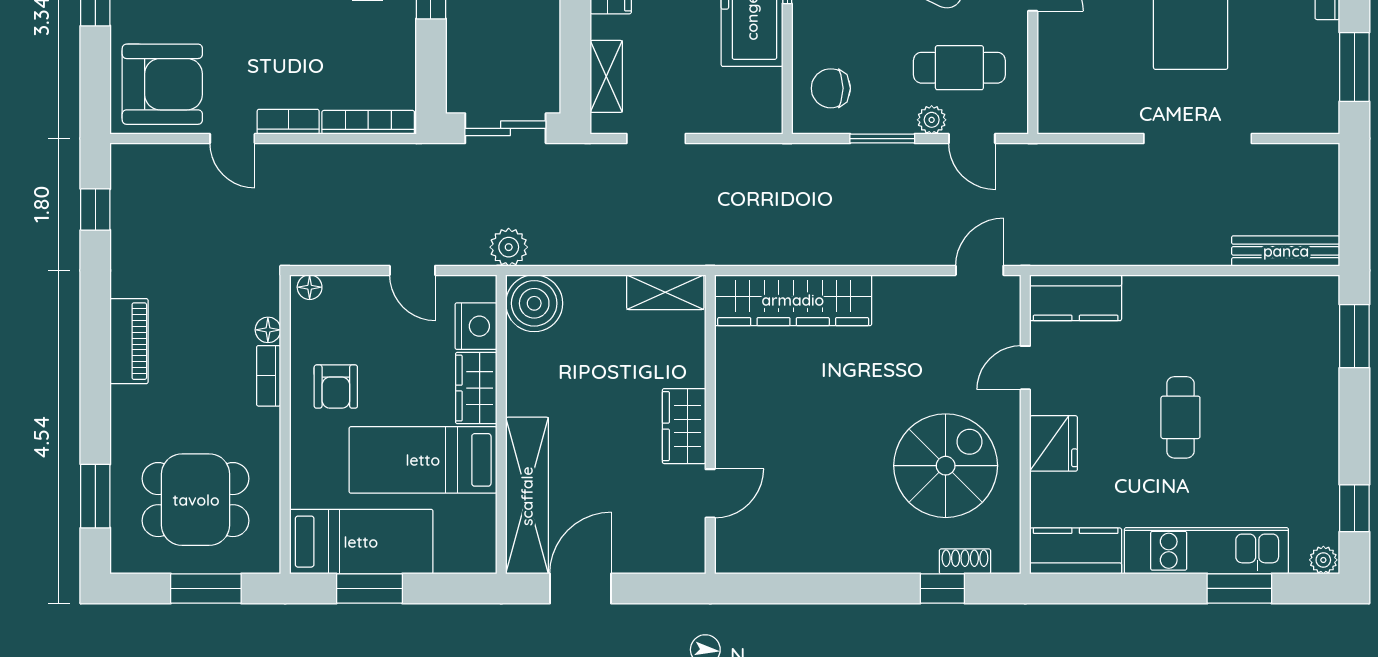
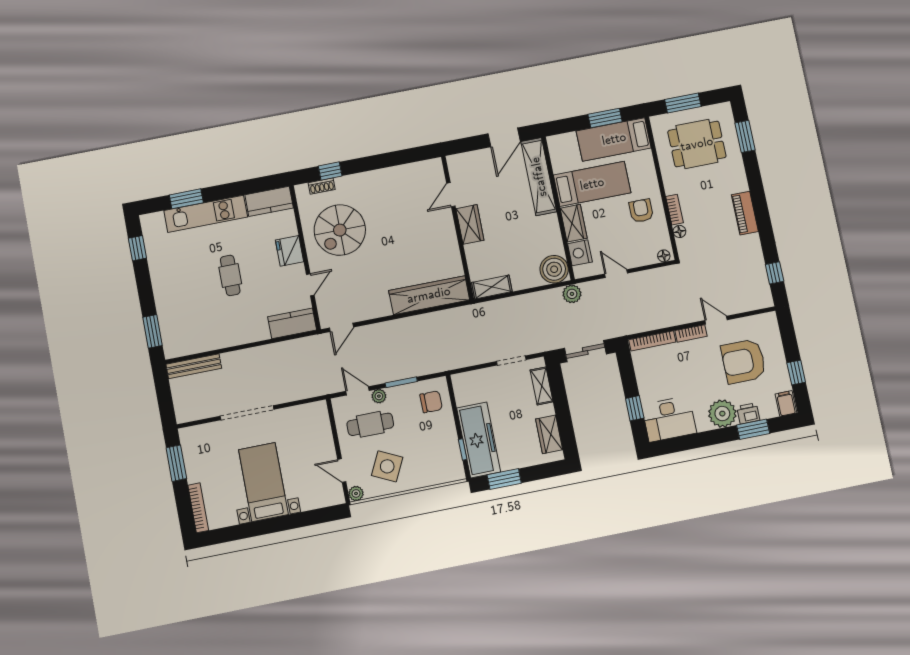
armchair: (162, 84) -> (744, 361), moved
plant: (1323, 560) -> (148, 220), removed

